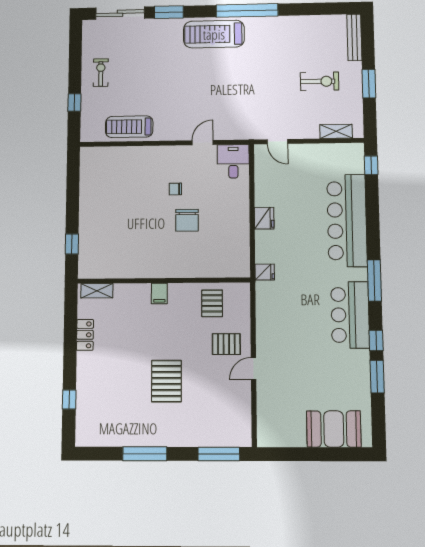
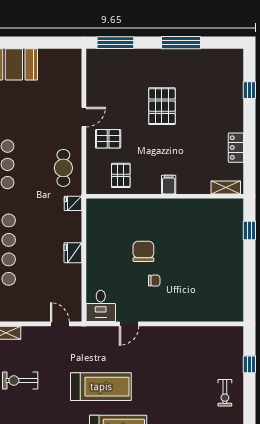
treadmill: (129, 127) -> (101, 387), moved, width x1.37, depth x1.38
cafe table: (276, 311) -> (63, 168), added

